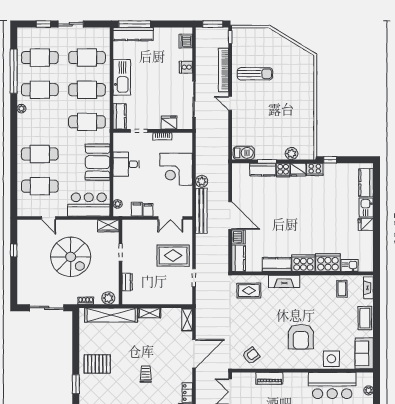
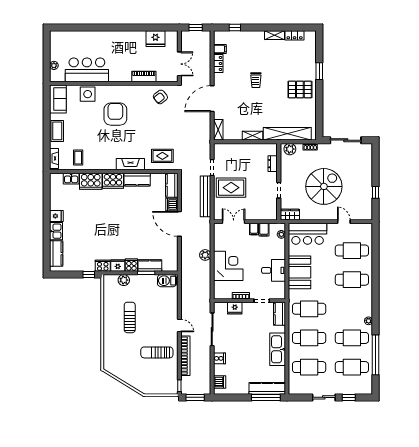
sun lounger: (285, 112) -> (130, 317), added
bench: (201, 211) -> (205, 196), moved
spiral stairs: (71, 257) -> (324, 186), turned 90

